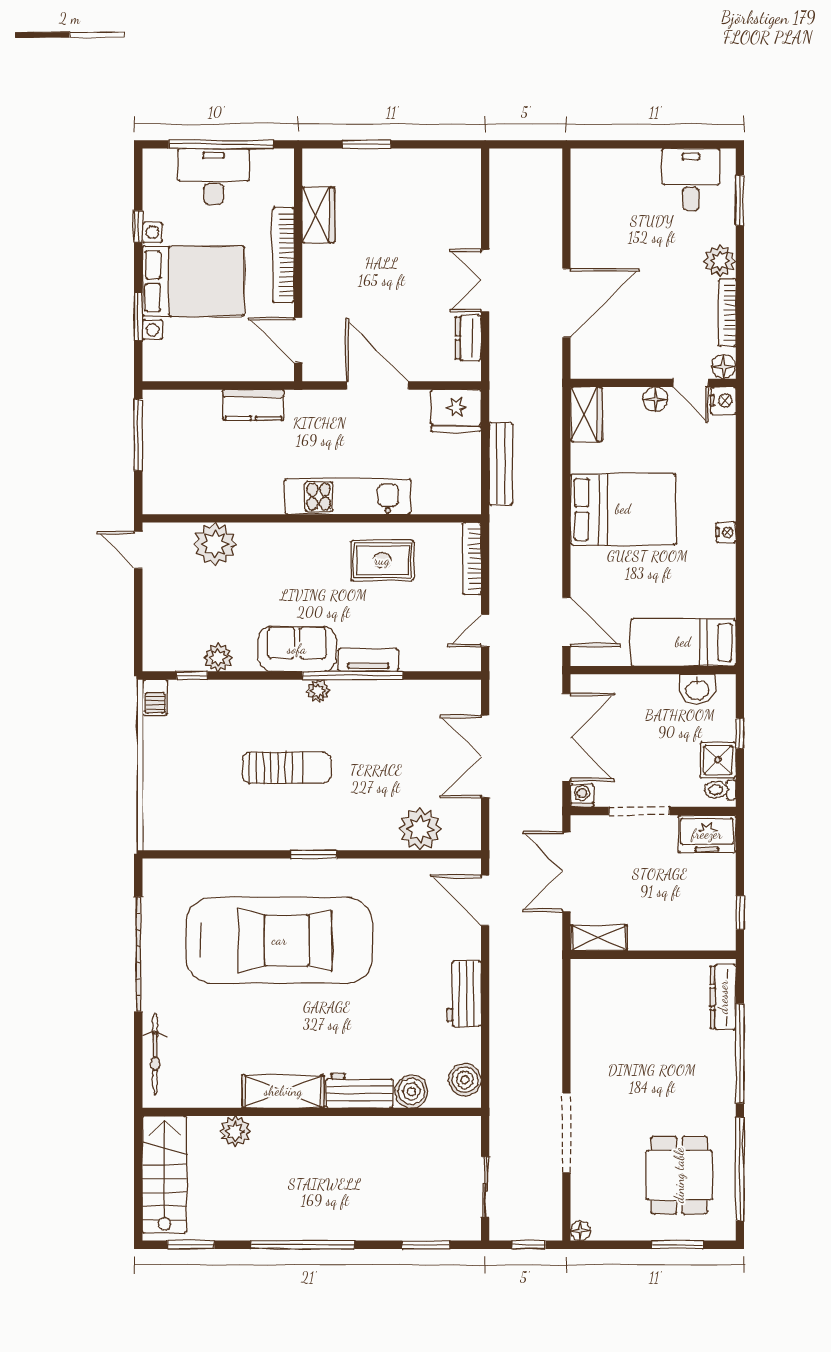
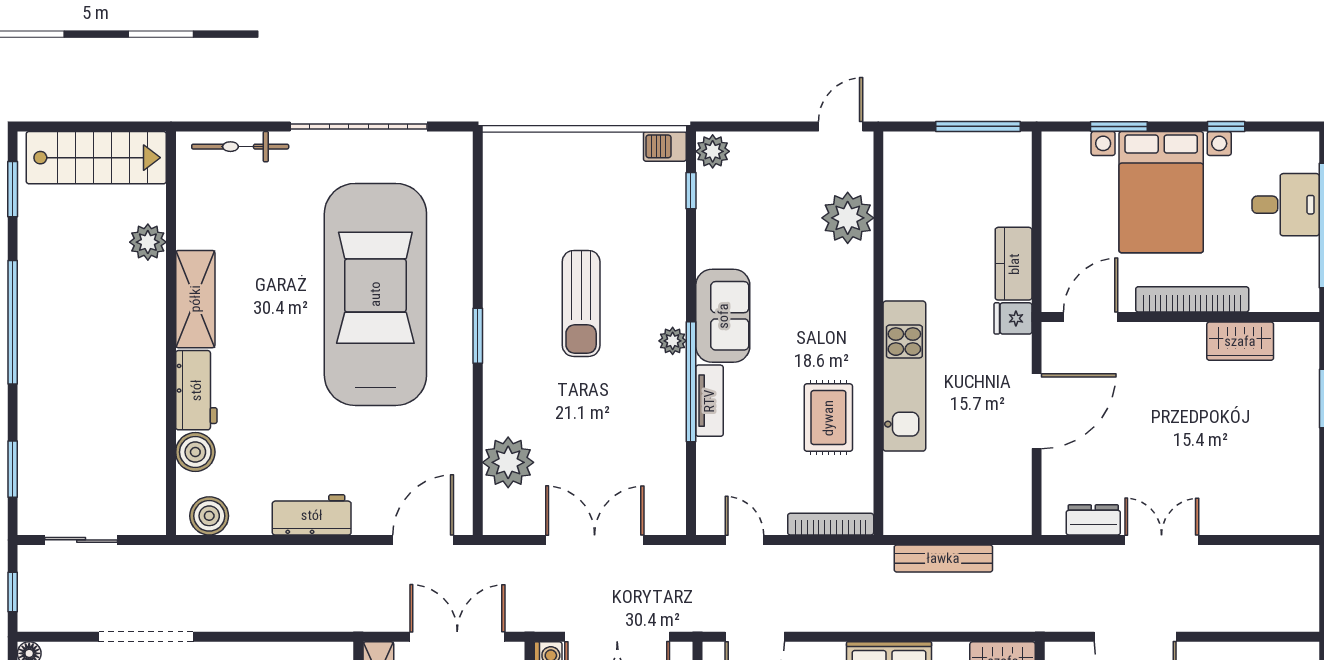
desk: (214, 177) -> (1286, 205), width x0.73
fridge: (456, 411) -> (1013, 318), moved, width x0.53, depth x0.75
plant: (218, 657) -> (713, 151), moved
car: (279, 940) -> (375, 294), turned 180

